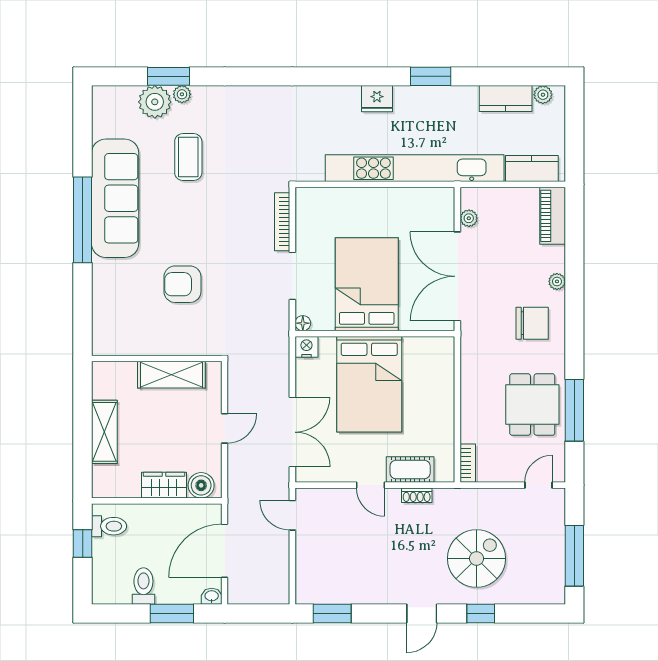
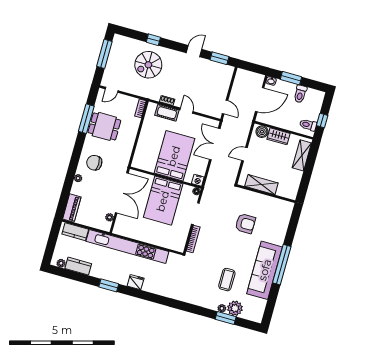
dining table: (532, 405) -> (104, 126), turned 90
shelving: (104, 432) -> (302, 155), moved
door: (422, 614) -> (194, 51), moved

